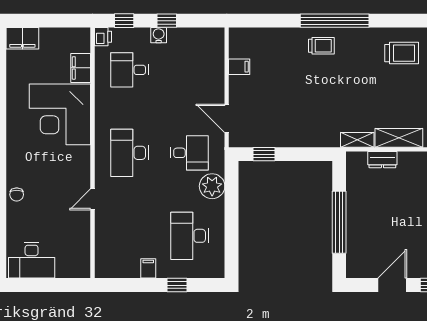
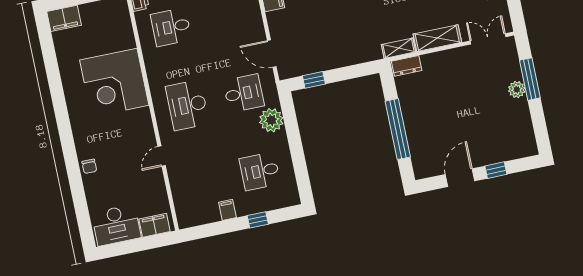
filing cabinet: (81, 68) -> (155, 225), moved, turned 90
dresser: (382, 160) -> (407, 66), moved
desk: (190, 236) -> (260, 171), width x0.73

